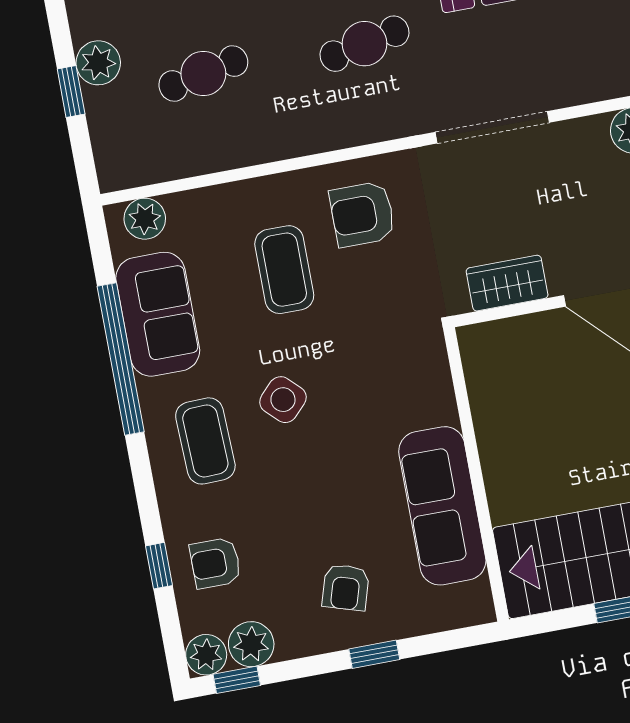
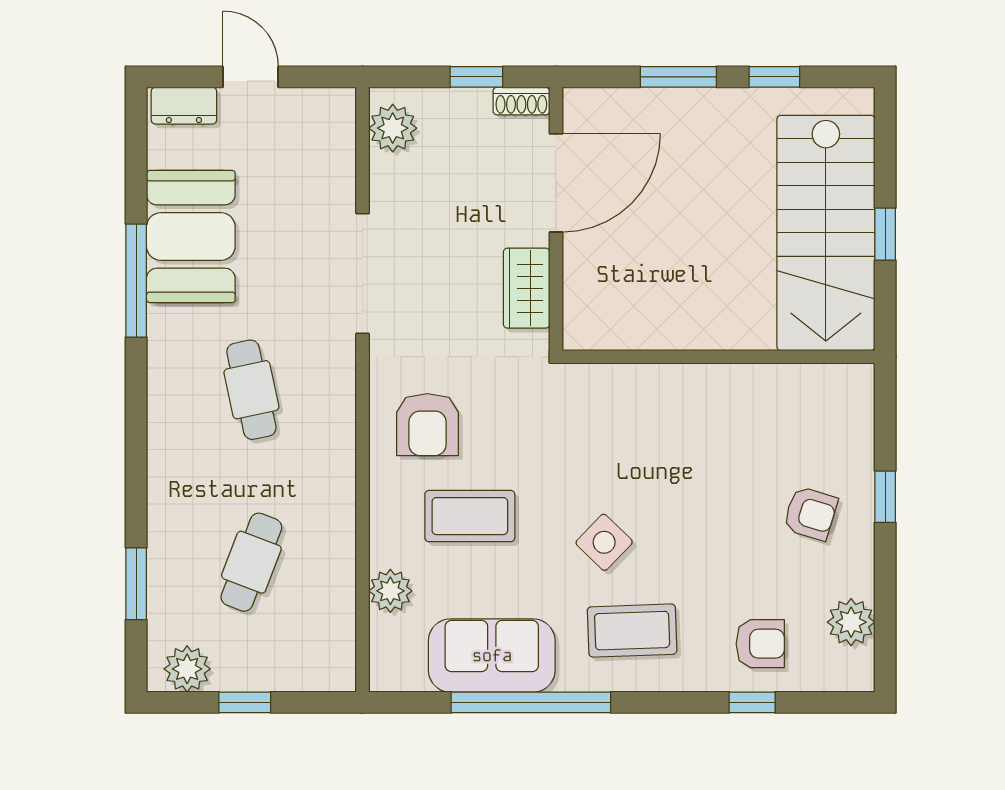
plant: (98, 63) -> (187, 669), moved
cafe table: (203, 74) -> (251, 562), turned 33
plant: (145, 219) -> (390, 591), moved
sofa: (442, 506) -> (745, 398), removed
armchair: (215, 563) -> (760, 644), turned -90
plant: (206, 655) -> (853, 671), removed
window: (237, 680) -> (885, 644), removed

